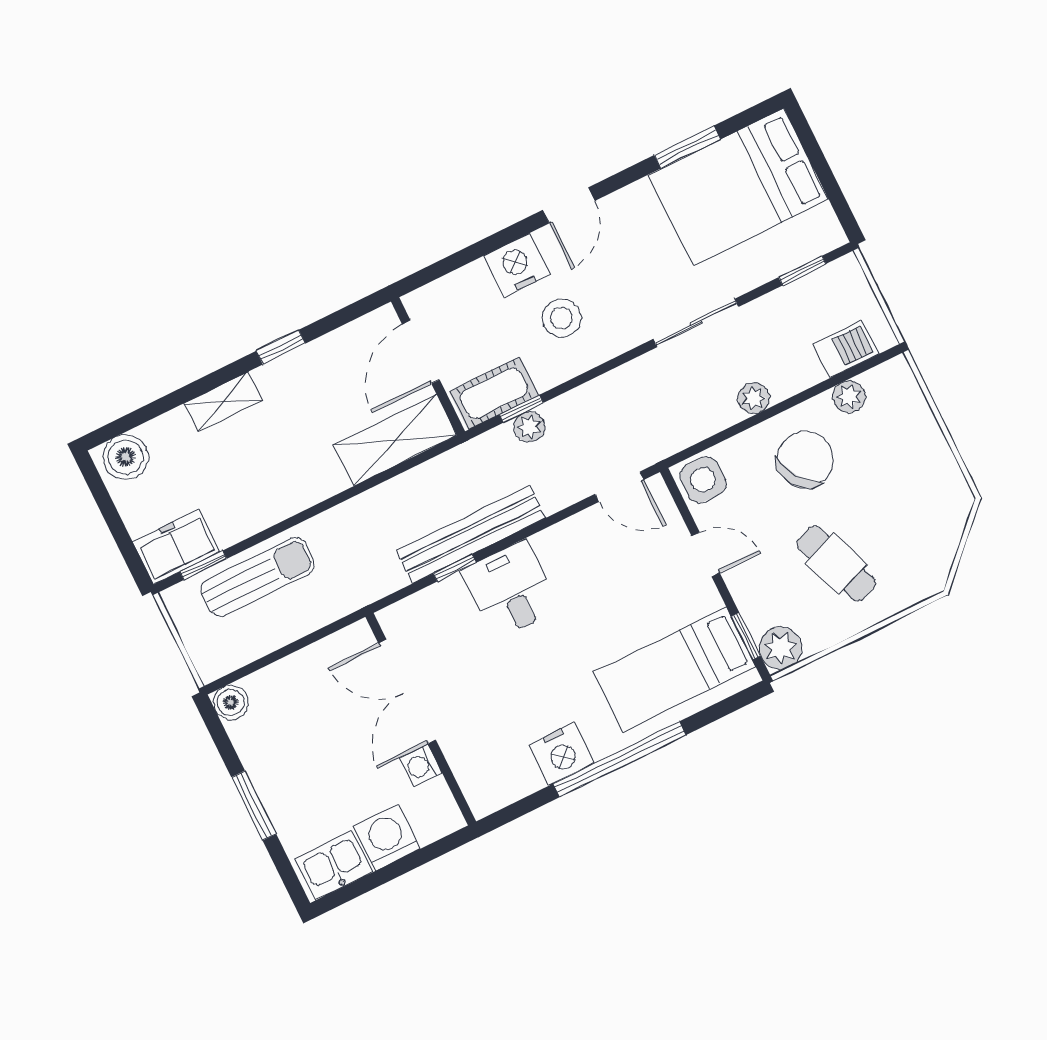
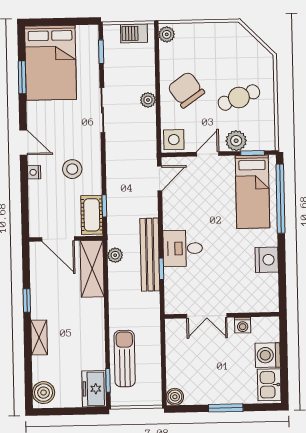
nightstand: (517, 265) -> (34, 172), width x0.53, depth x0.56
barbecue: (845, 349) -> (134, 33), moved, turned -90
plant: (849, 397) -> (167, 34), moved
plant: (529, 427) -> (115, 255), moved
plant: (780, 648) -> (236, 141), moved
double door: (407, 692) -> (207, 316), width x0.73
window: (619, 759) -> (280, 199), moved

